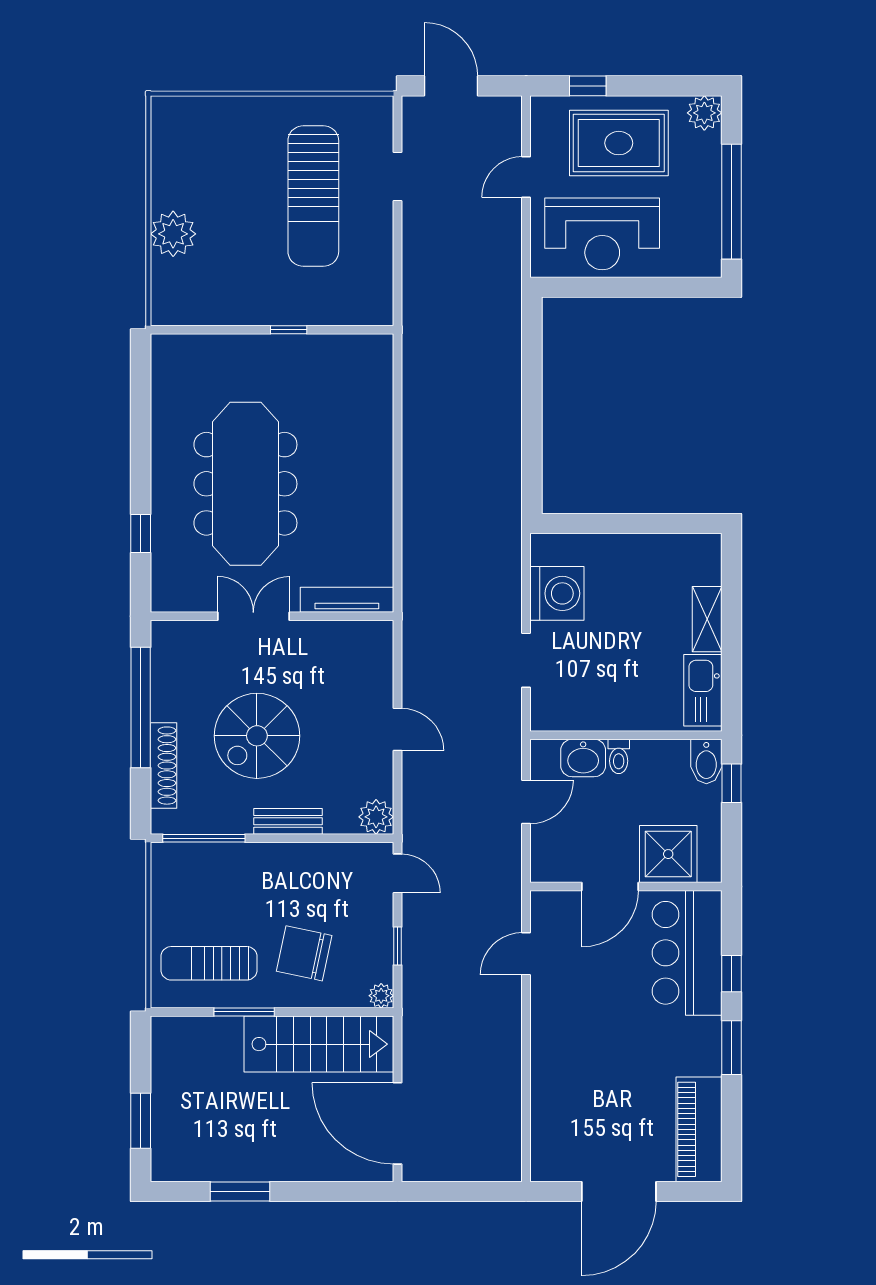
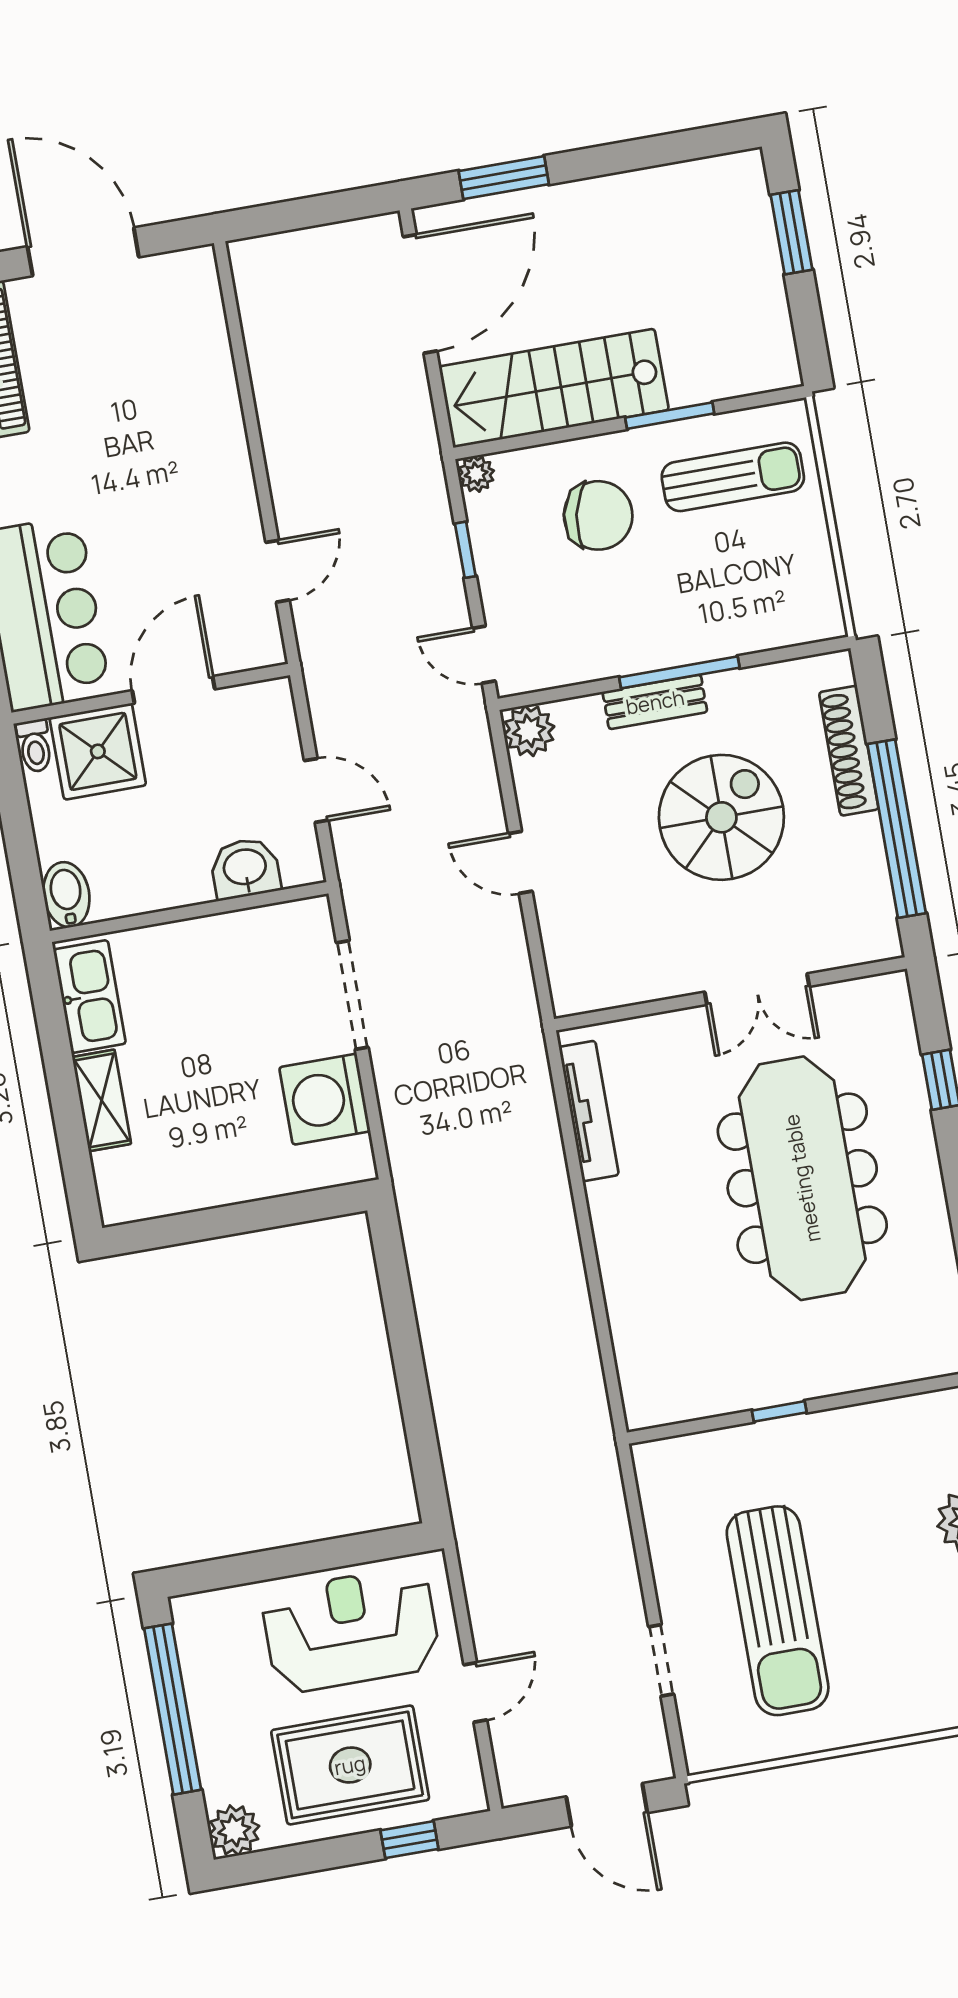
sun lounger: (313, 196) -> (778, 1611), turned 180
tv unit: (347, 600) -> (589, 1111), moved, turned -90
doorway: (526, 660) -> (352, 995), width x1.38
toilet: (619, 756) -> (35, 746), moved, turned 180
window: (731, 783) -> (25, 870), removed
door: (526, 802) -> (316, 790), swing flipped
window: (204, 838) -> (679, 672), moved
door: (397, 1123) -> (420, 294), hinge flipped
window: (240, 1192) -> (504, 178), moved
door: (619, 1192) -> (83, 252), hinge flipped

